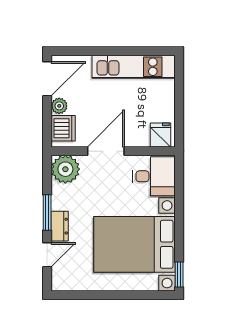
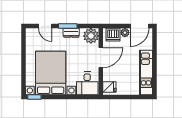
door: (47, 79) -> (140, 26), hinge flipped
door: (106, 151) -> (101, 58), hinge flipped
dresser: (60, 226) -> (71, 33), moved

